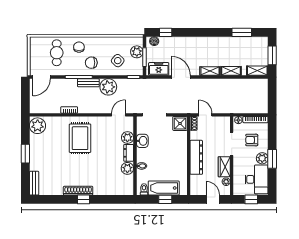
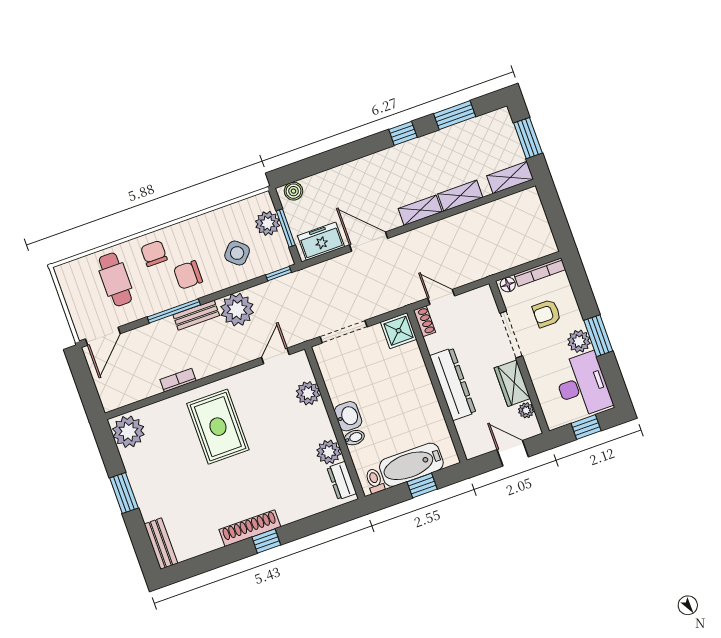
window: (166, 32) -> (403, 133), moved
washbasin: (142, 141) -> (348, 416), moved
dresser: (129, 153) -> (342, 481), moved

